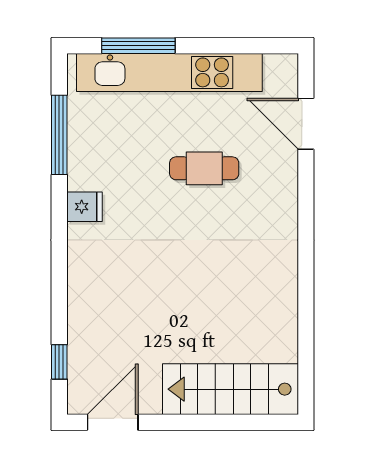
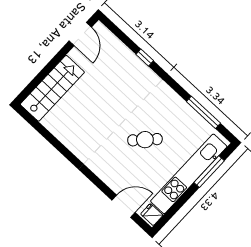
cafe table: (204, 168) -> (145, 140), moved, turned 44
fridge: (84, 207) -> (152, 215), moved, turned 90
window: (59, 362) -> (145, 58), moved

